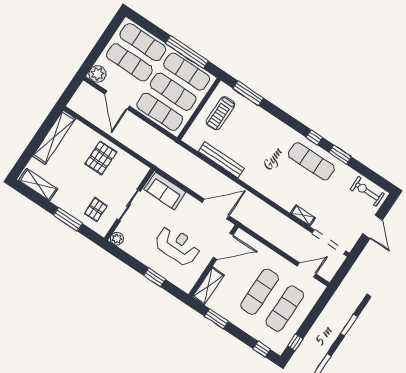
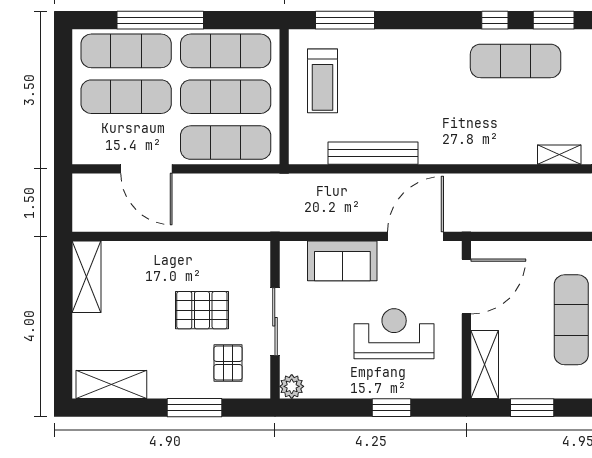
window: (187, 52) -> (160, 20), moved
plant: (97, 74) -> (88, 148), removed
shelving: (54, 137) -> (87, 277), width x0.68
pallet: (101, 158) -> (202, 310), moved, turned 90
sofa: (165, 191) -> (342, 261), moved

